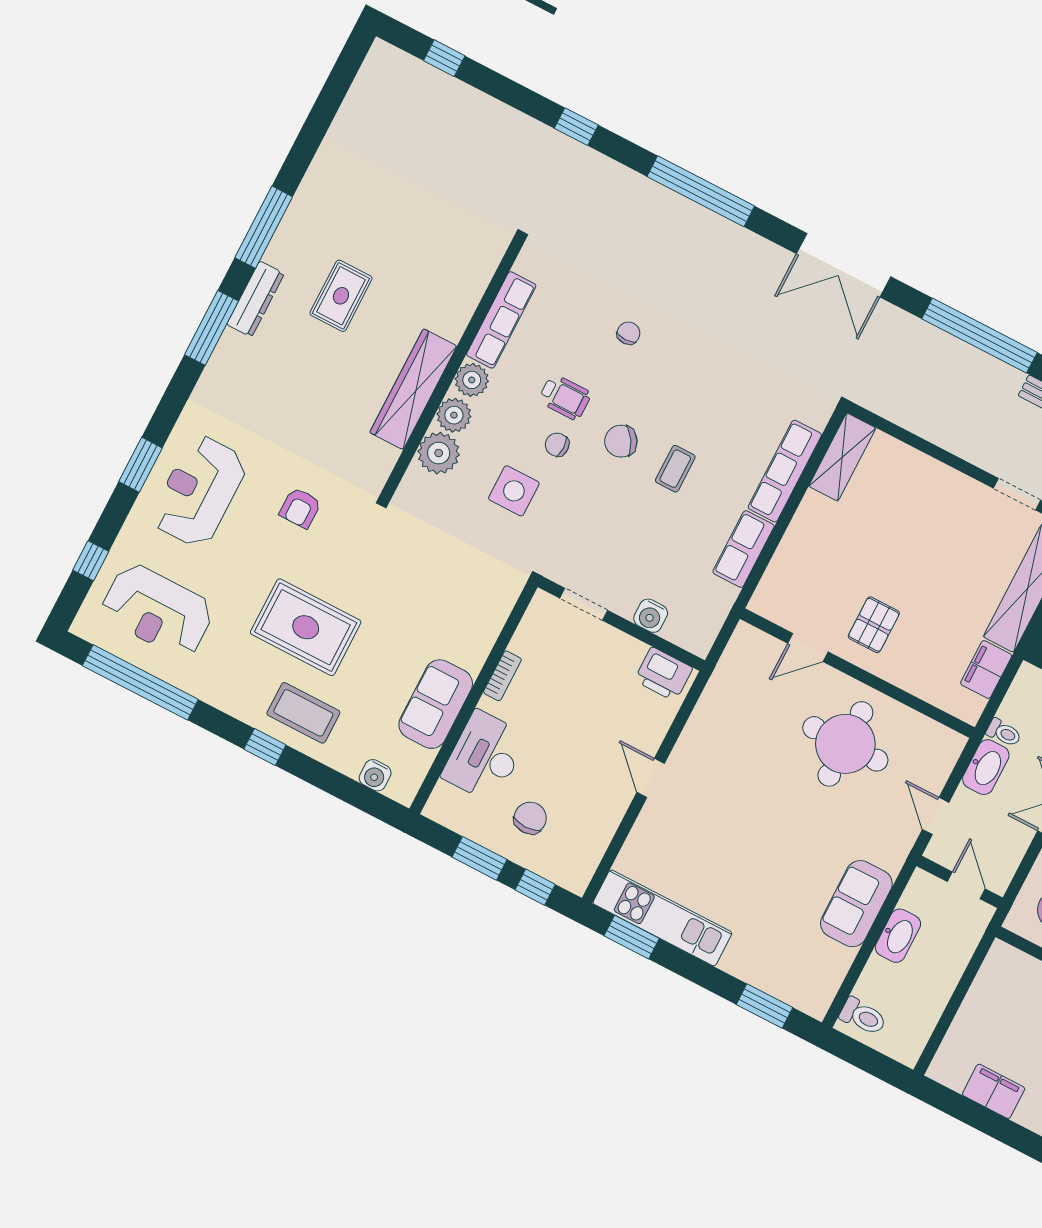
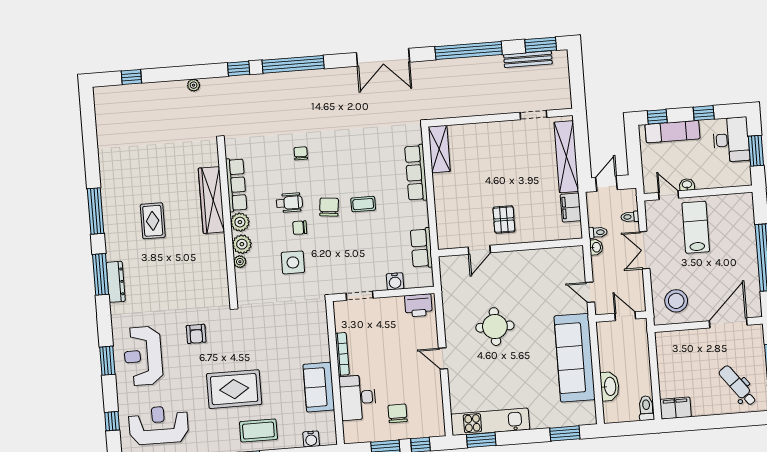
window: (576, 127) -> (239, 69), moved
plant: (531, 129) -> (194, 85), added
dresser: (256, 299) -> (116, 282), moved
wardrobe: (413, 389) -> (211, 200), moved
chair: (621, 441) -> (329, 207), turned 127
plant: (439, 453) -> (240, 262), width x0.53, depth x0.53
coffee table: (675, 469) -> (363, 204), turned 90
row of seats: (743, 549) -> (421, 248), moved
reception desk: (157, 611) -> (159, 425), turned 180
bookcase: (502, 676) -> (342, 354), width x1.56
round table: (845, 744) -> (495, 327), moved, width x0.73, depth x0.73
washbasin: (986, 767) -> (596, 247), width x0.52, depth x0.69
sofa: (856, 904) -> (575, 358), width x1.85, depth x1.27
washbasin: (898, 936) -> (610, 386), moved
toilet: (863, 1016) -> (646, 408), moved, turned -90
filing cabinet: (994, 1091) -> (676, 408), moved

